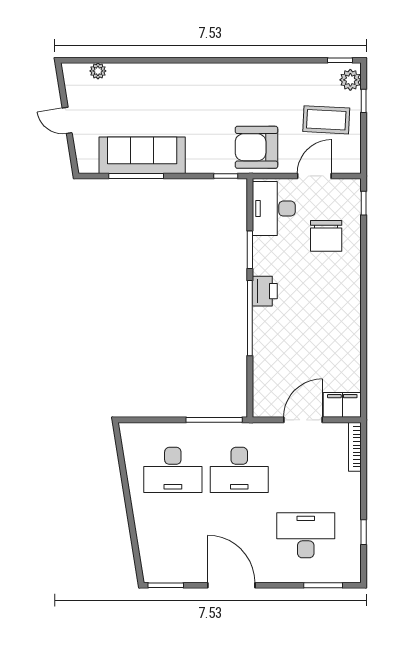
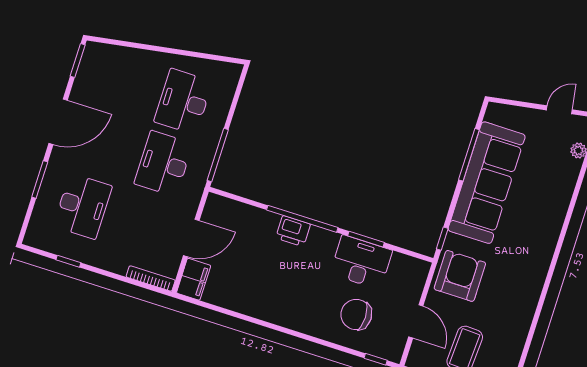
door: (67, 120) -> (559, 110), moved
sofa: (142, 155) -> (487, 183), width x1.36, depth x1.27
desk: (274, 209) -> (361, 262), moved
printer: (265, 291) -> (293, 231), moved
door: (303, 420) -> (191, 238), hinge flipped
window: (323, 585) -> (40, 180), moved

